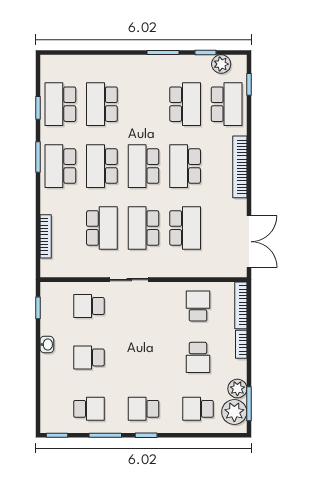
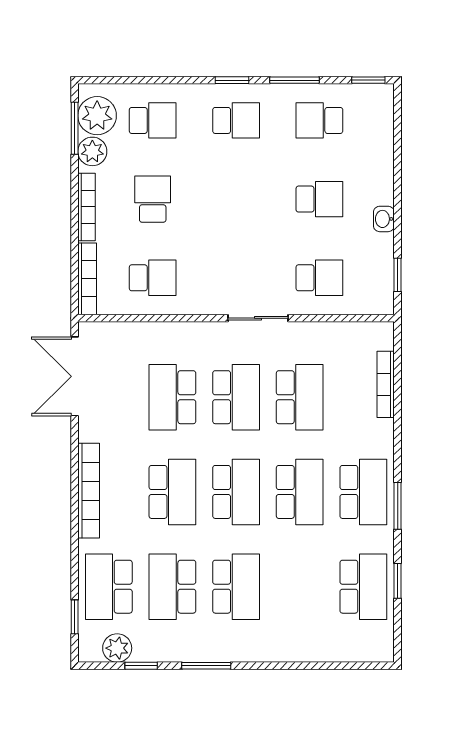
school desk: (102, 104) -> (236, 587), moved
school desk: (102, 228) -> (300, 397), turned 180
school desk: (198, 306) -> (153, 278), turned -90
bookcase: (241, 344) -> (86, 207), width x1.56

